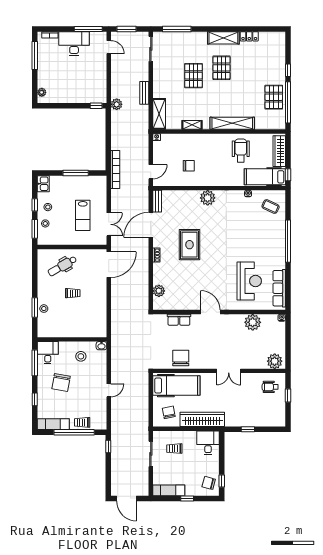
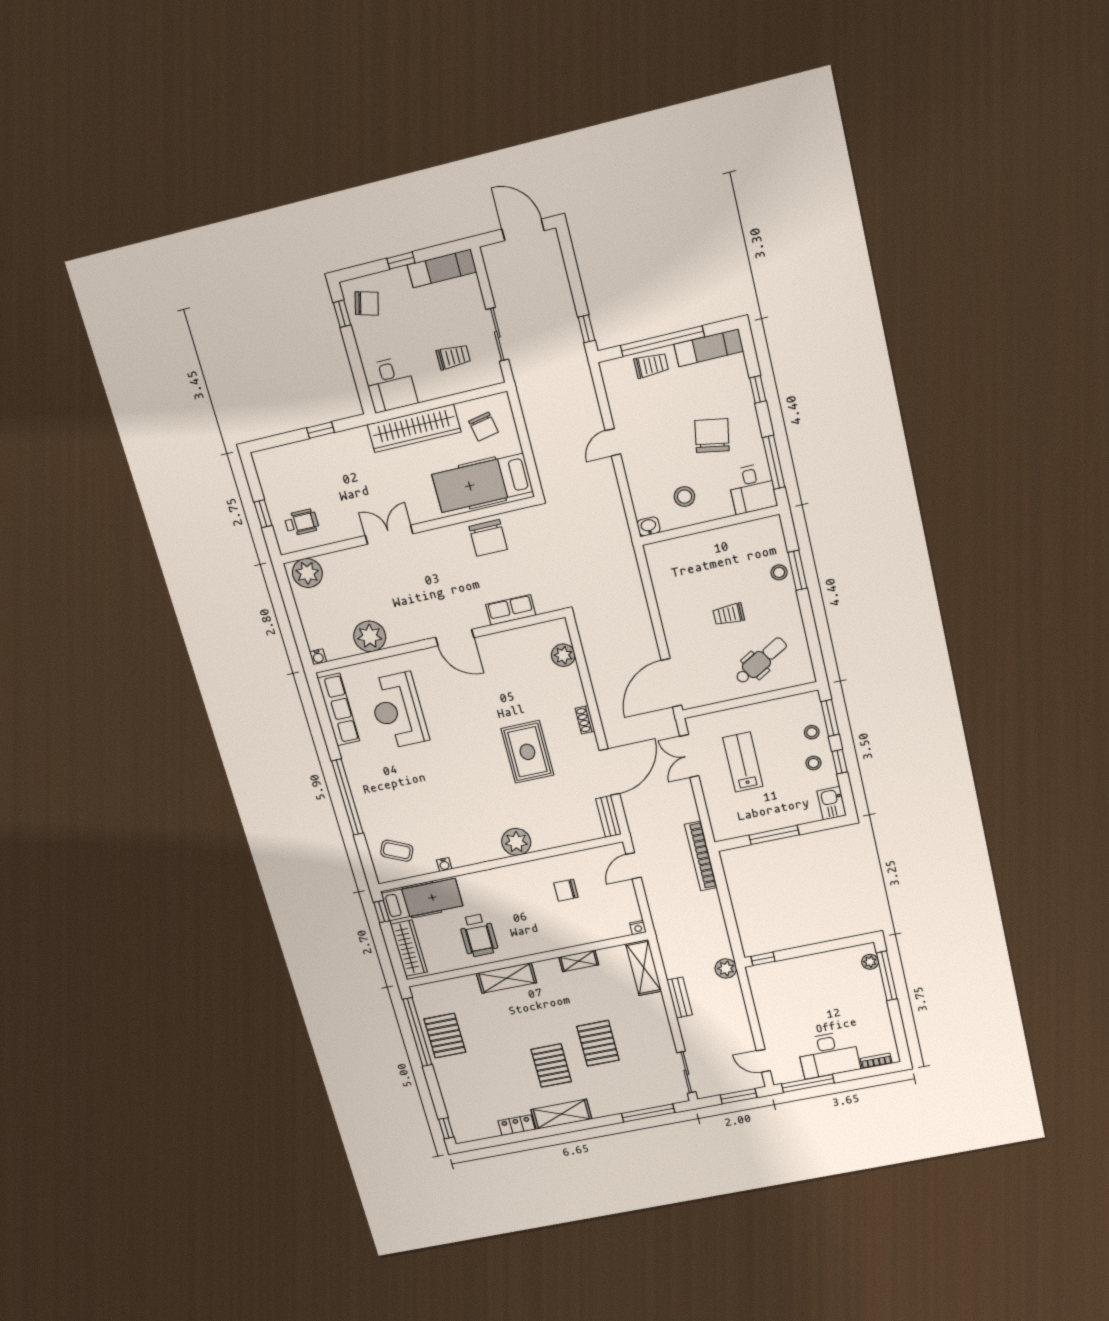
window: (35, 55) -> (887, 976), moved
window: (288, 70) -> (446, 1128), moved
shelving: (232, 123) -> (507, 978), width x0.68

